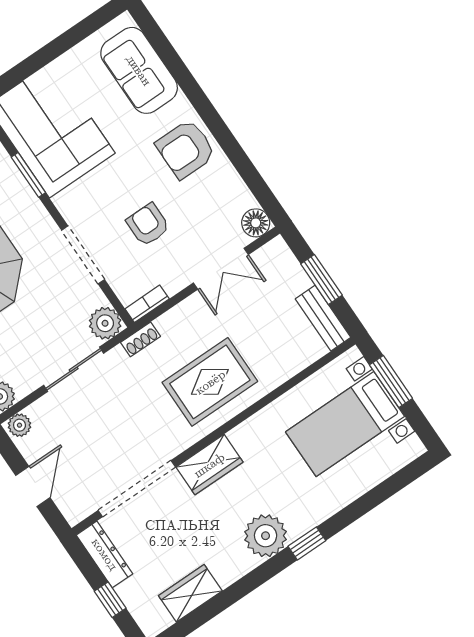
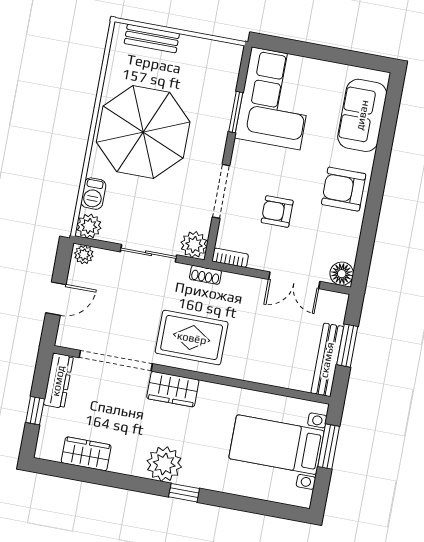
armchair: (148, 225) -> (277, 212), turned -90
bench: (323, 318) -> (327, 360), width x1.36
rug: (210, 382) -> (192, 338), moved

